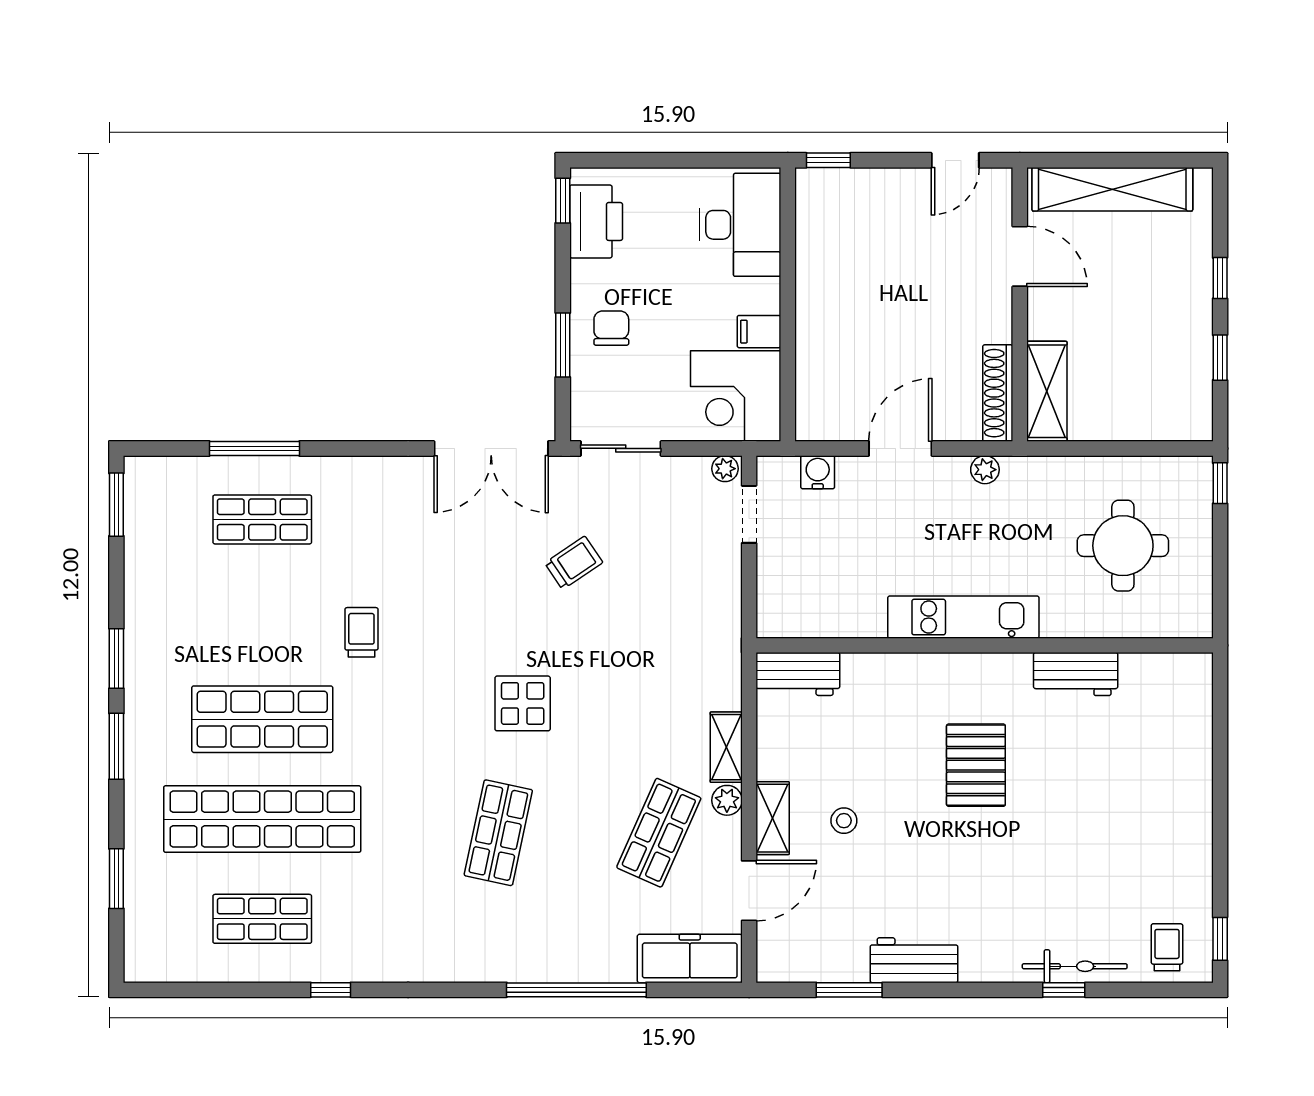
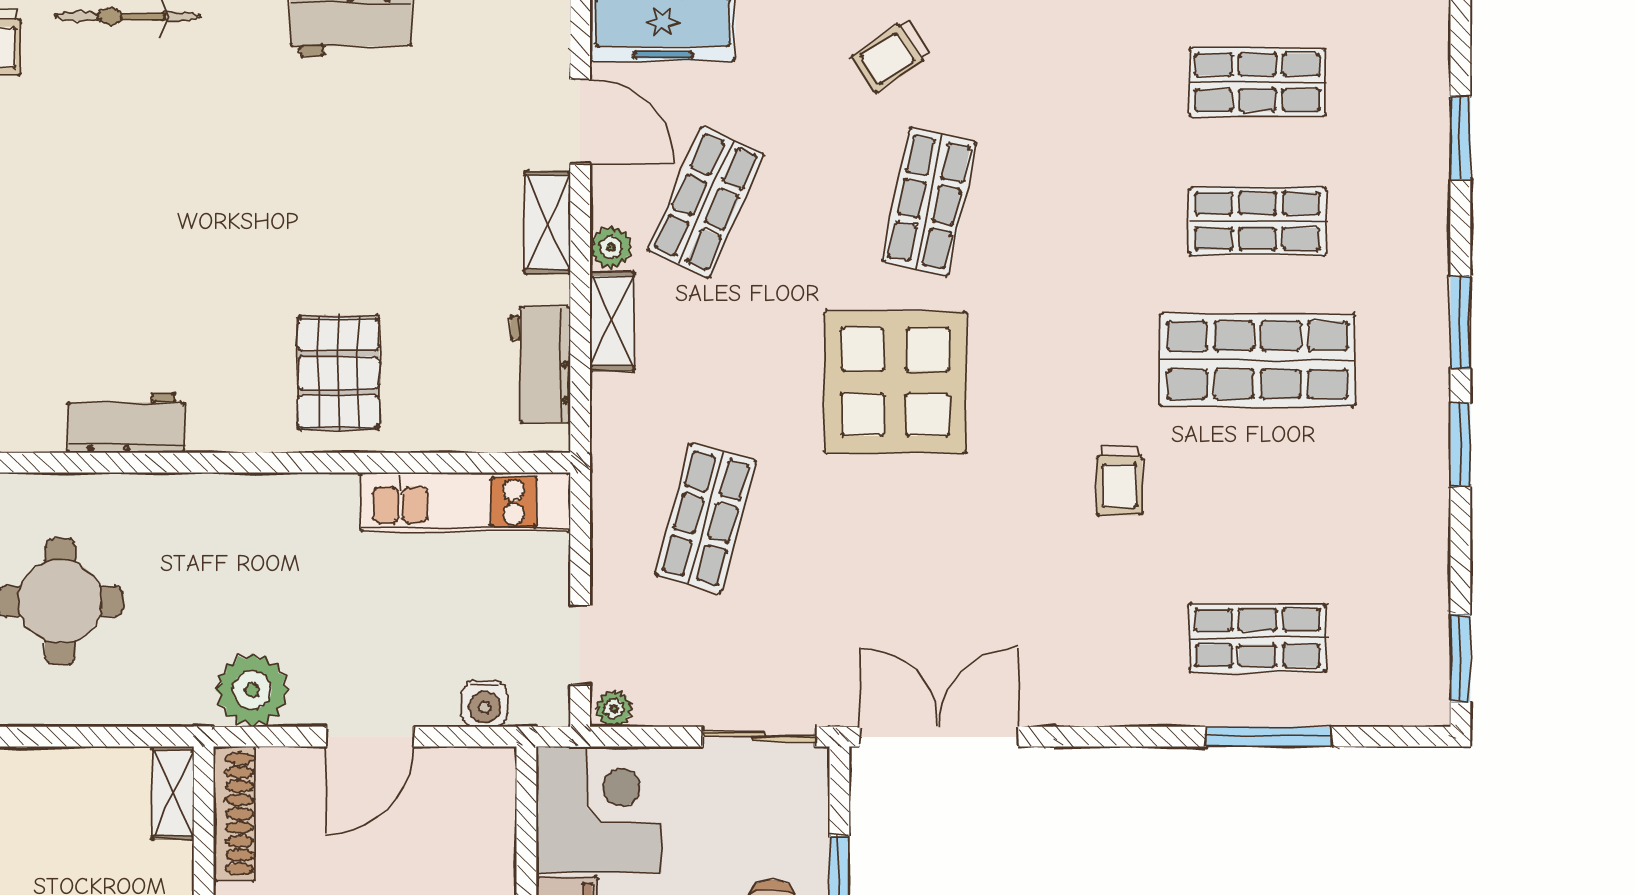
shelving: (1047, 391) -> (173, 793), width x0.67, depth x0.75
plant: (985, 470) -> (252, 690), width x1.88, depth x1.88
trolley: (574, 563) -> (891, 56), moved
shop shelf: (659, 606) -> (706, 518), added
kitchen unit: (963, 617) -> (466, 502), moved
workbench: (798, 674) -> (540, 365), moved, turned -90
display table: (523, 703) -> (895, 382), width x1.86, depth x1.86
pallet: (976, 765) -> (338, 373), moved
shop shelf: (262, 819) -> (1257, 221), width x0.50, depth x0.74
stool: (844, 821) -> (448, 219), removed
door: (749, 891) -> (580, 122), swing flipped

